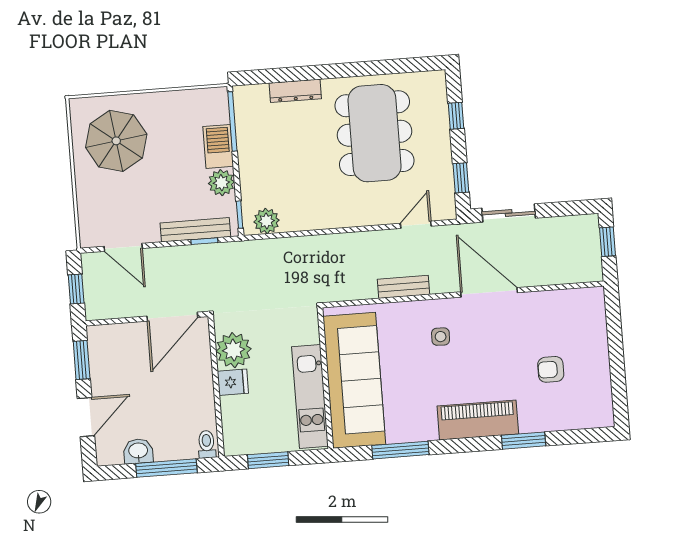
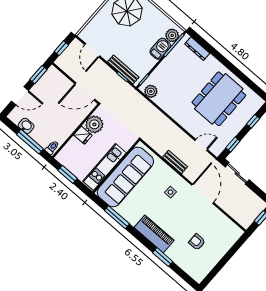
dresser: (295, 91) -> (197, 49), moved
plant: (221, 183) -> (172, 35), moved

